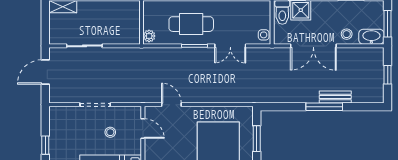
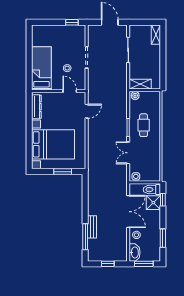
cafe table: (191, 24) -> (144, 125), width x0.73, depth x0.74
shelving: (133, 29) -> (140, 84), added
double door: (313, 46) -> (128, 212), swing flipped
window: (324, 107) -> (85, 237), moved
door: (143, 129) -> (70, 91), swing flipped
window: (45, 145) -> (72, 22), moved

